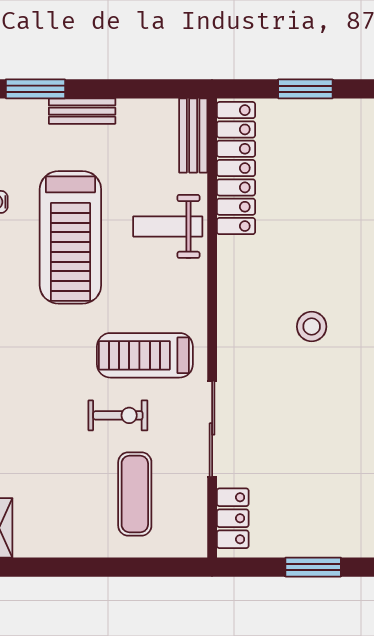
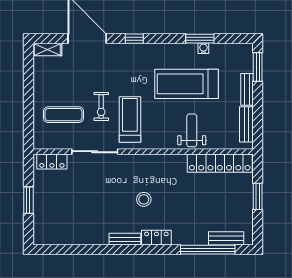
bench: (193, 135) -> (246, 124), moved, turned 90

